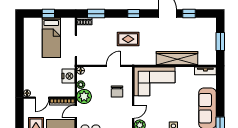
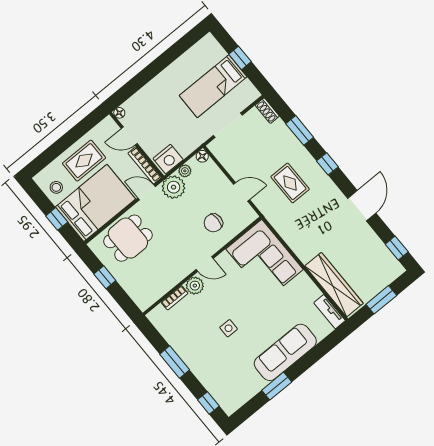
window: (96, 14) -> (300, 130), moved
window: (189, 14) -> (397, 248), moved
wardrobe: (177, 58) -> (334, 285), moved
nightstand: (68, 76) -> (168, 159), moved

